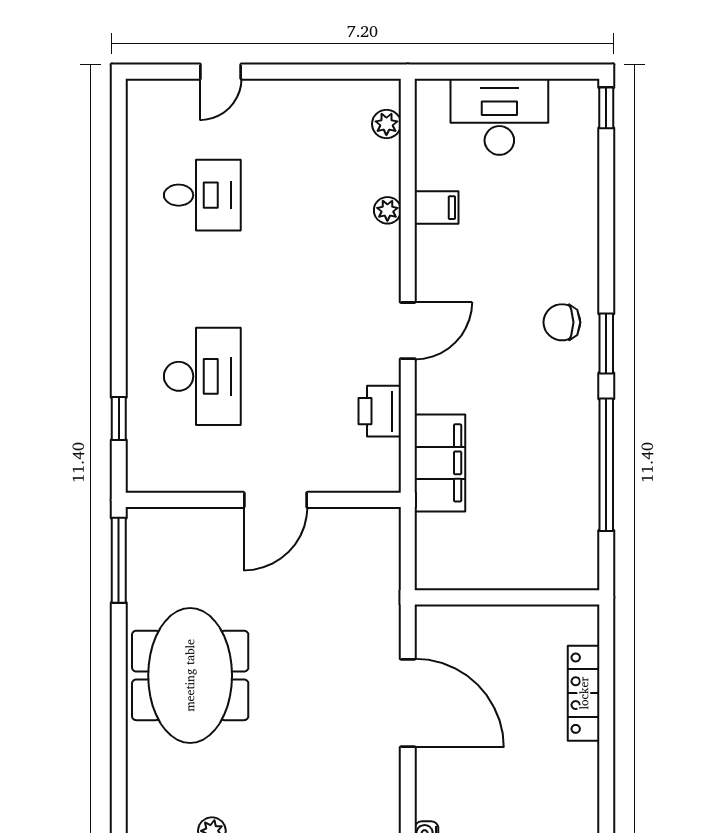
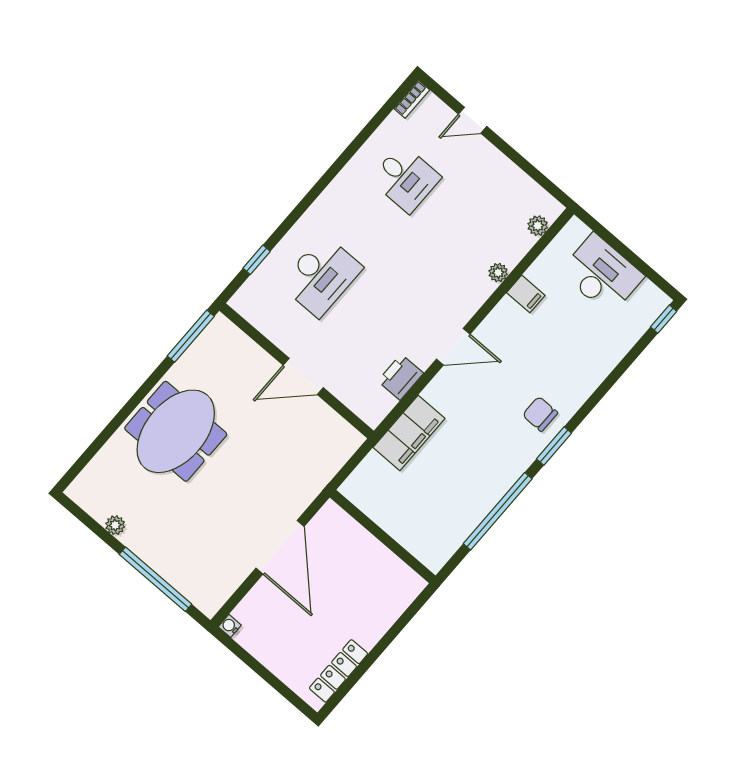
bookcase: (136, 105) -> (412, 99), added
locker: (584, 693) -> (339, 671), moved

